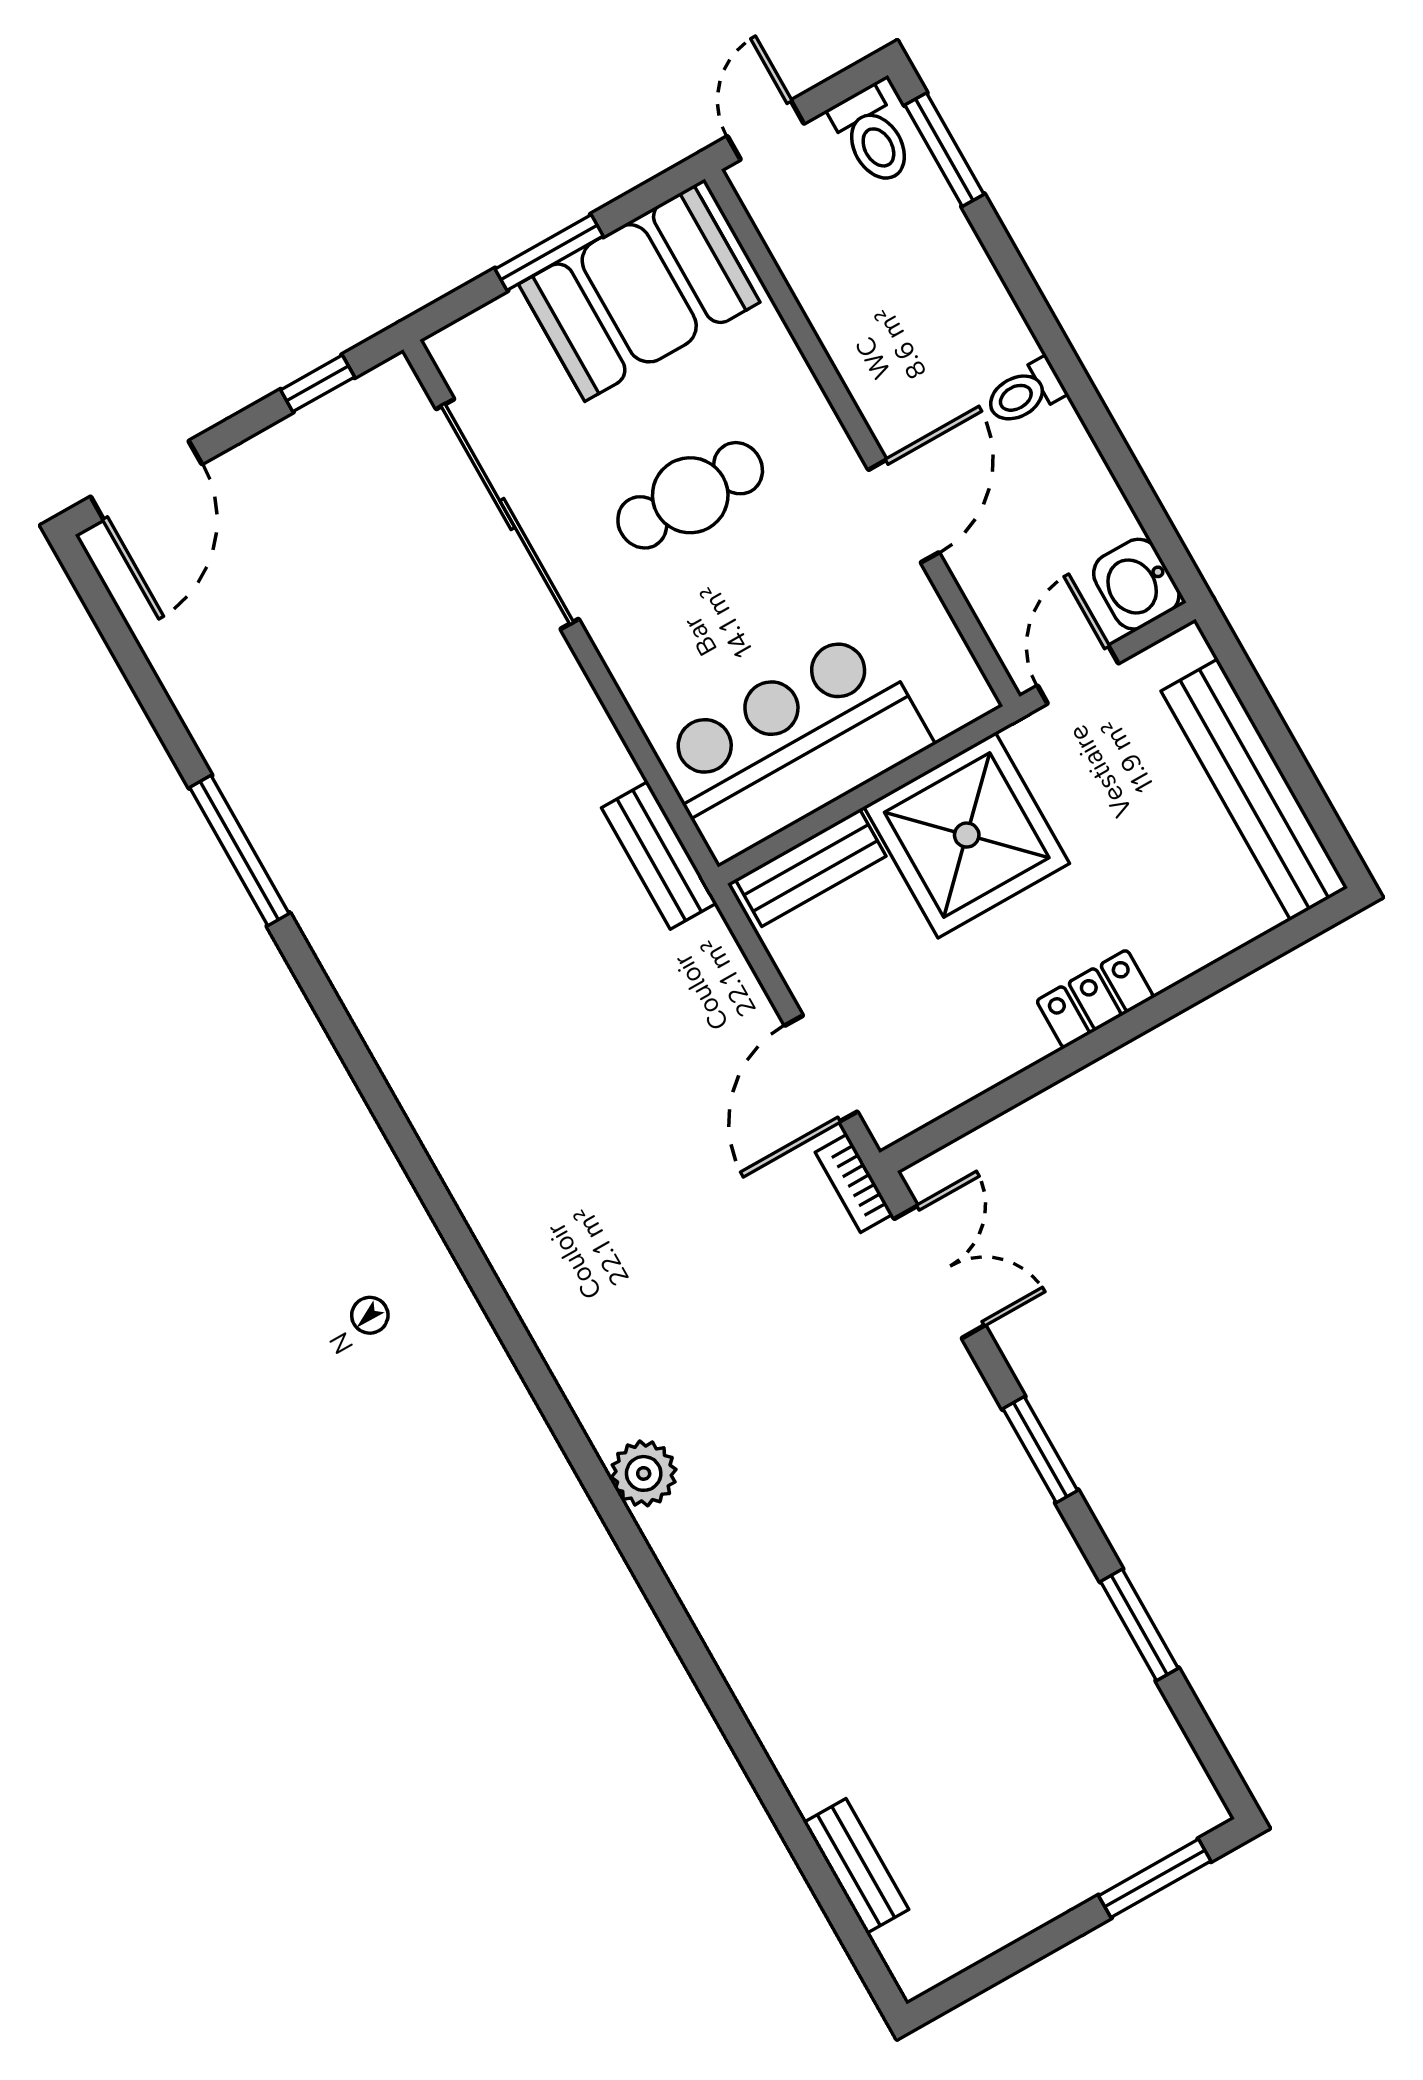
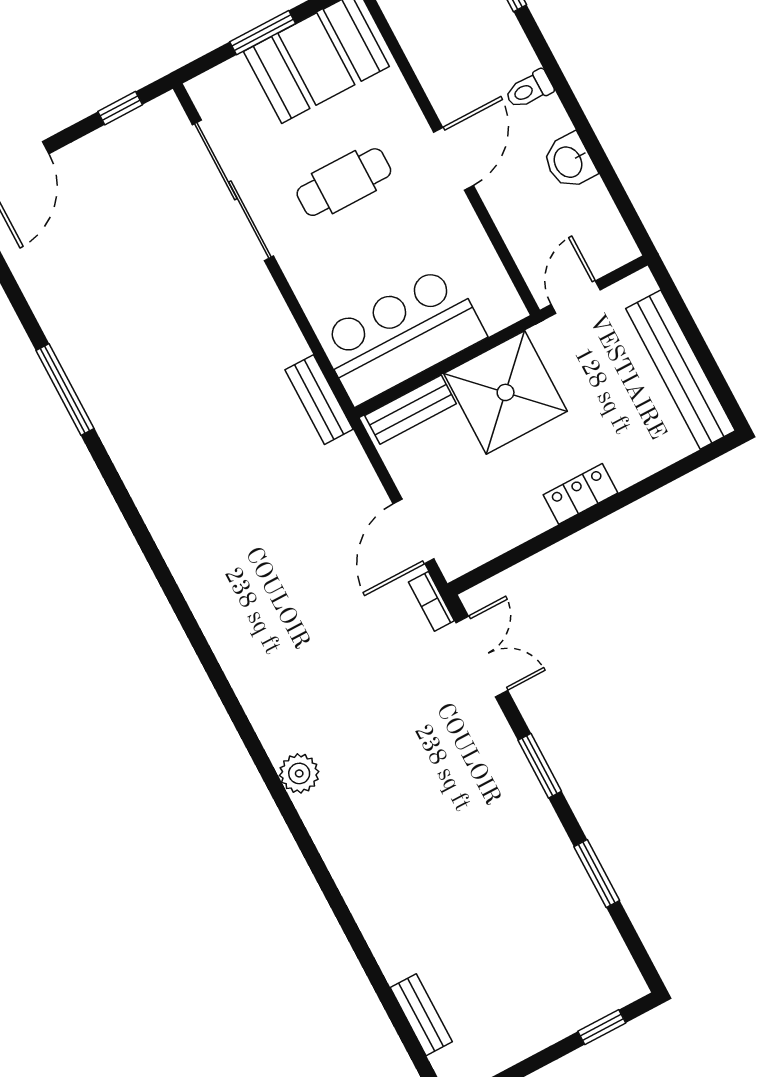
toilet: (1025, 393) -> (529, 90), moved
door: (904, 511) -> (454, 159), moved
washbasin: (1136, 584) -> (569, 162), moved
window: (1155, 1878) -> (602, 1027), width x0.67

